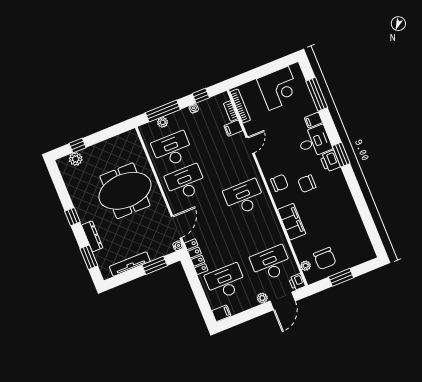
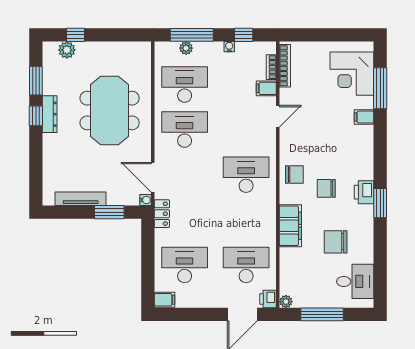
corner desk: (279, 88) -> (352, 74), moved, turned 90
desk: (315, 142) -> (355, 281), moved
window: (341, 155) -> (380, 203), moved
printer: (330, 161) -> (364, 192), moved
meeting table: (125, 191) -> (110, 111), turned 90
door: (176, 227) -> (153, 177), swing flipped
dresser: (92, 236) -> (50, 114), moved
window: (89, 257) -> (36, 81), moved
locker: (196, 257) -> (162, 214), width x0.66
chair: (325, 258) -> (336, 242), moved, turned 90
plant: (306, 266) -> (286, 302), moved
window: (341, 277) -> (322, 314), width x1.44
plant: (262, 298) -> (220, 301), removed

